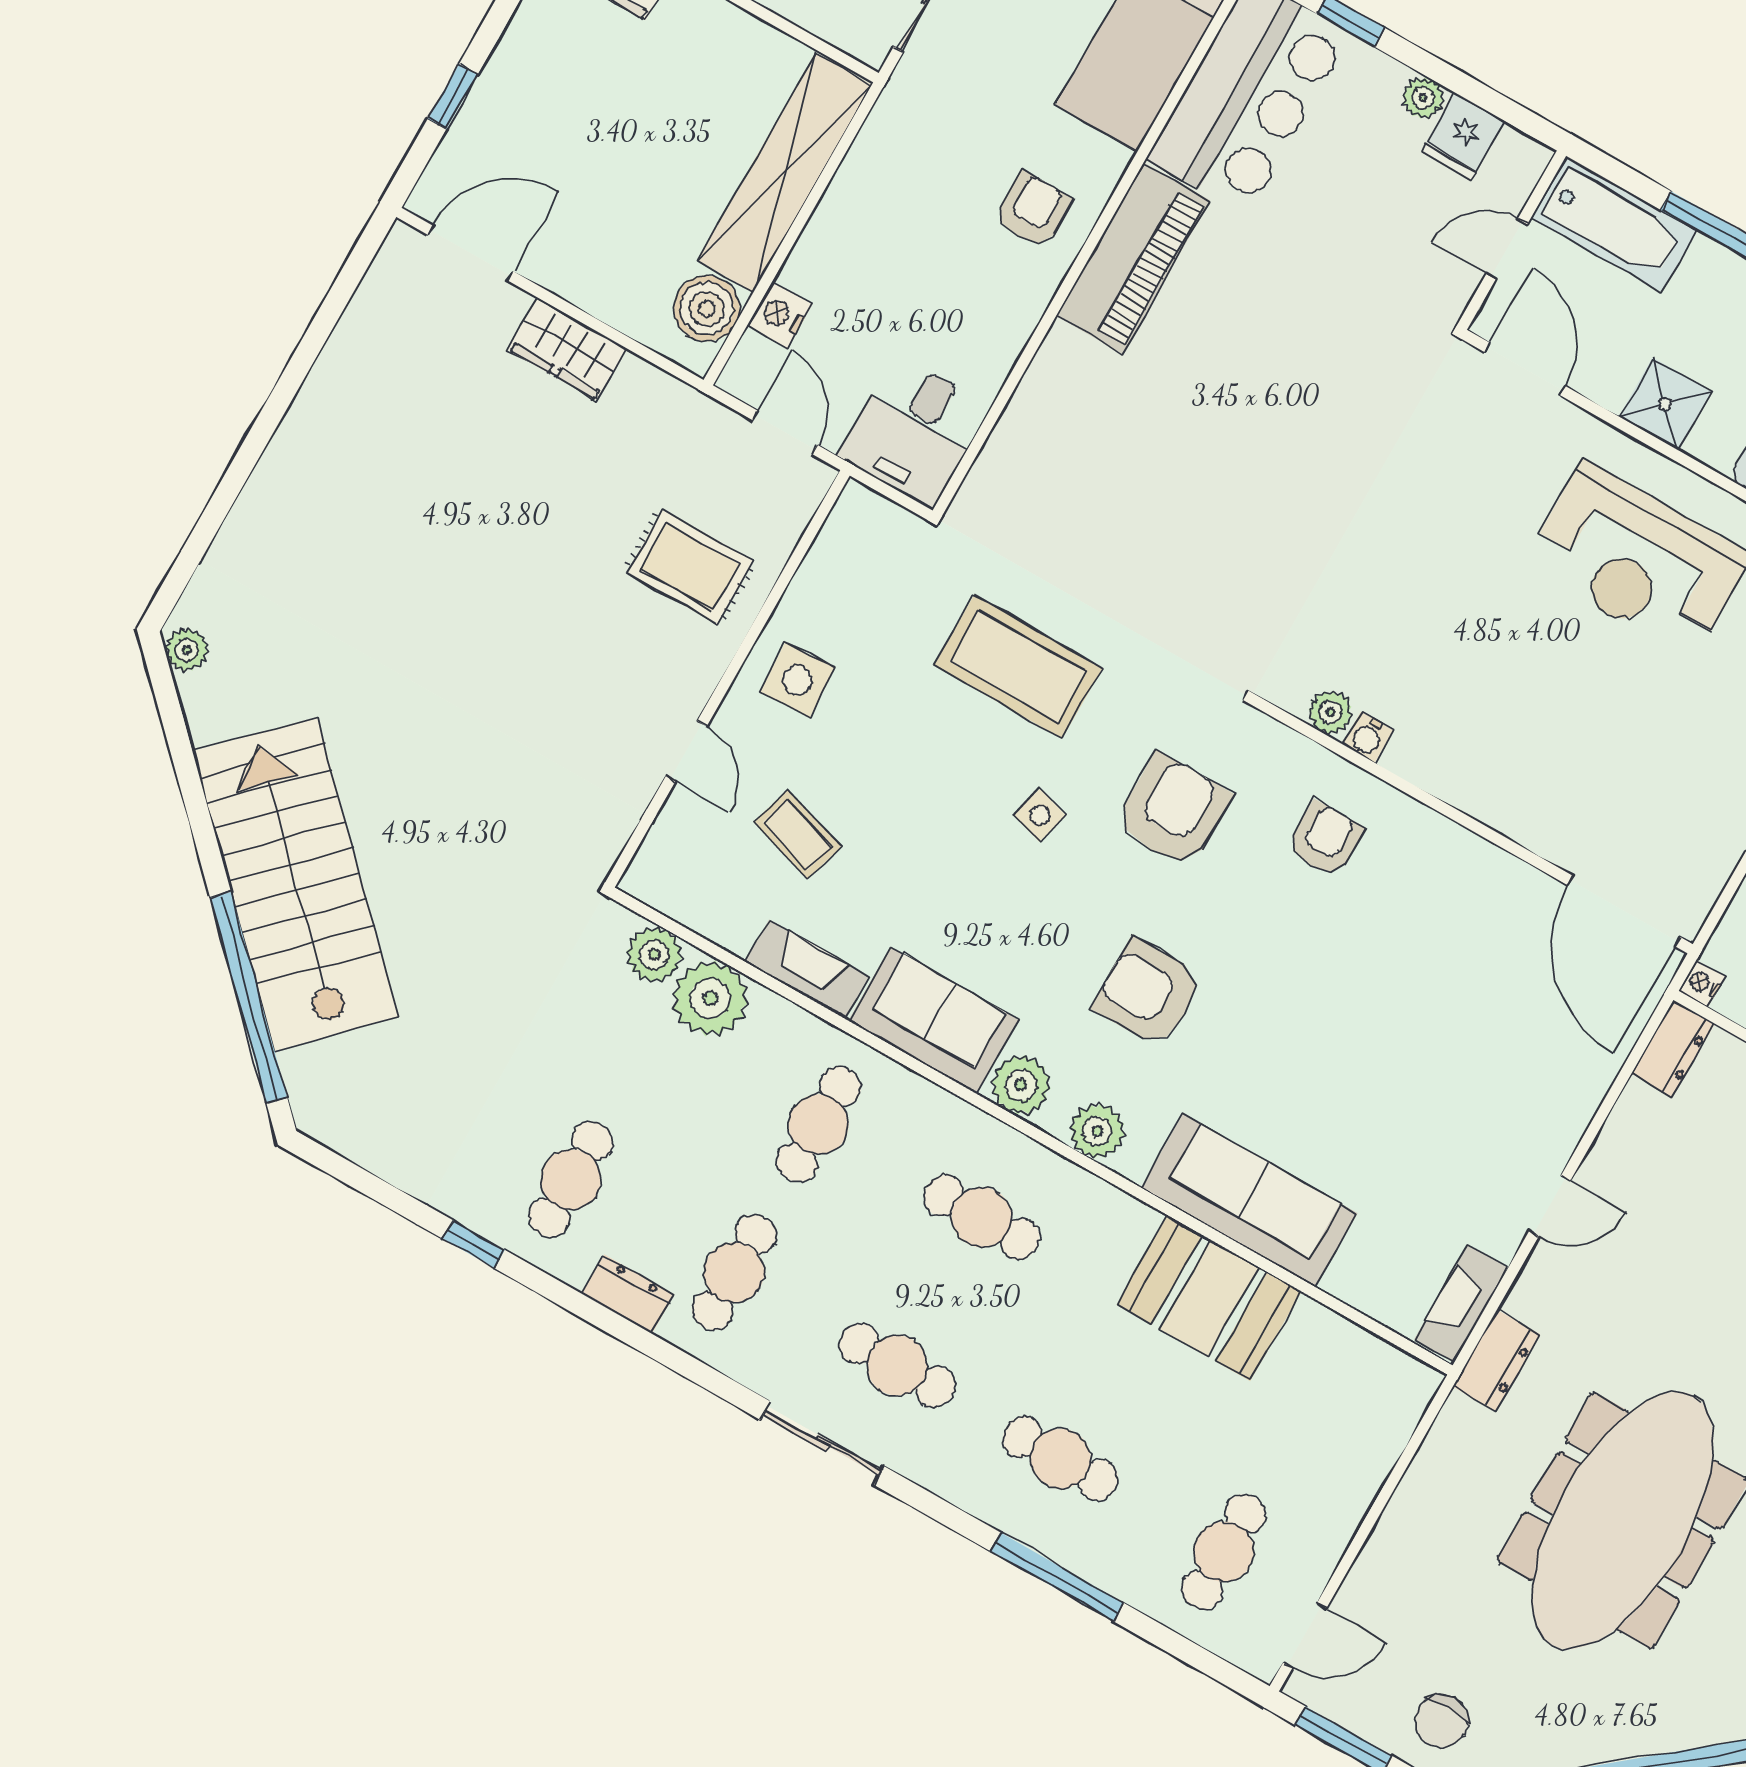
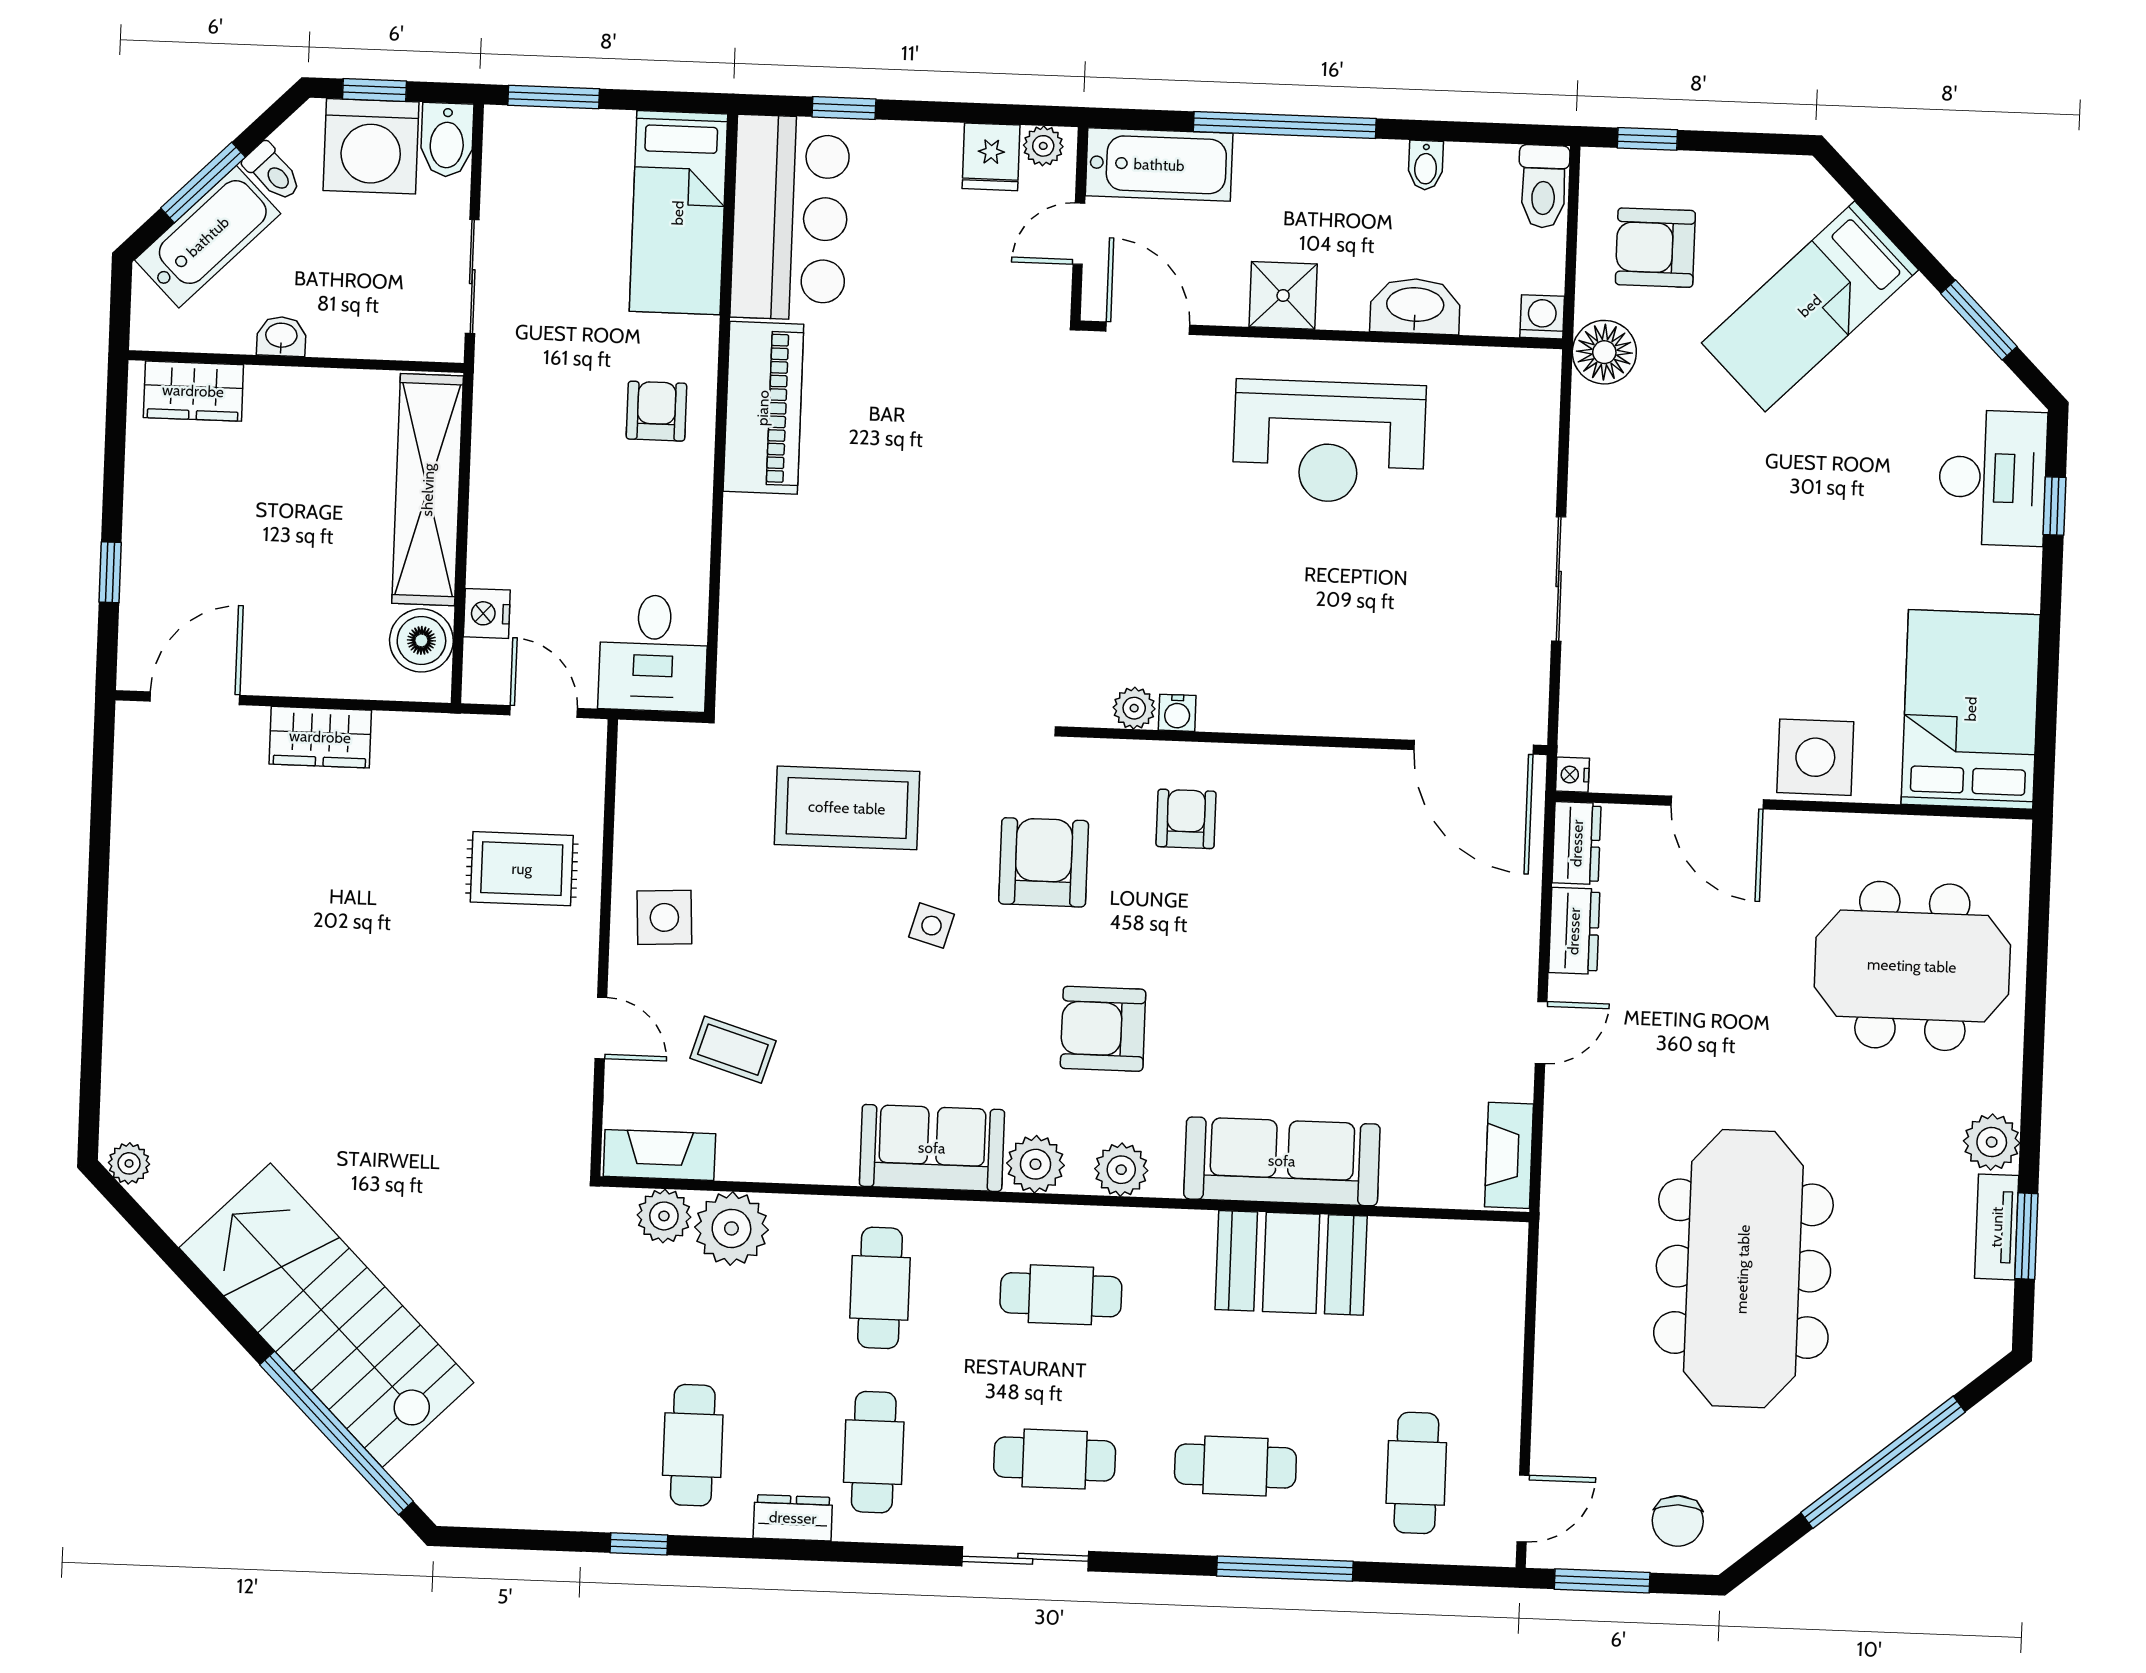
plant: (1423, 98) -> (1043, 146), moved
fireplace: (807, 969) -> (659, 1155), moved
dresser: (1496, 1361) -> (1574, 931), moved

